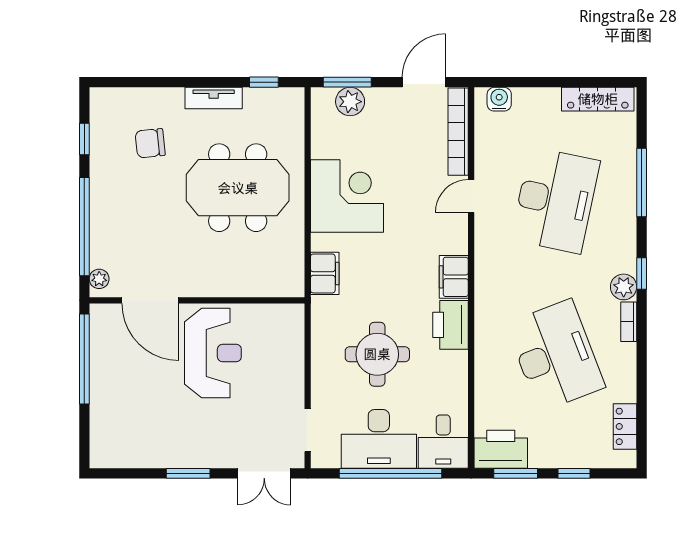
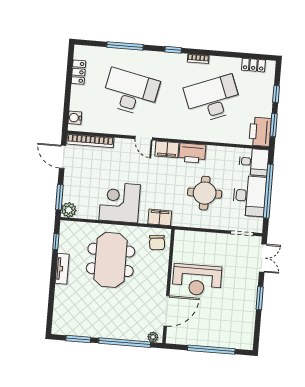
locker: (598, 99) -> (79, 72), width x0.66
plant: (350, 102) -> (69, 210), moved
window: (84, 139) -> (78, 339), width x1.50
chair: (150, 143) -> (157, 243), moved
door: (471, 196) -> (144, 138), moved
plant: (624, 287) -> (179, 60), removed
reception desk: (213, 353) -> (197, 280), turned 180
window: (84, 359) -> (211, 350), moved

